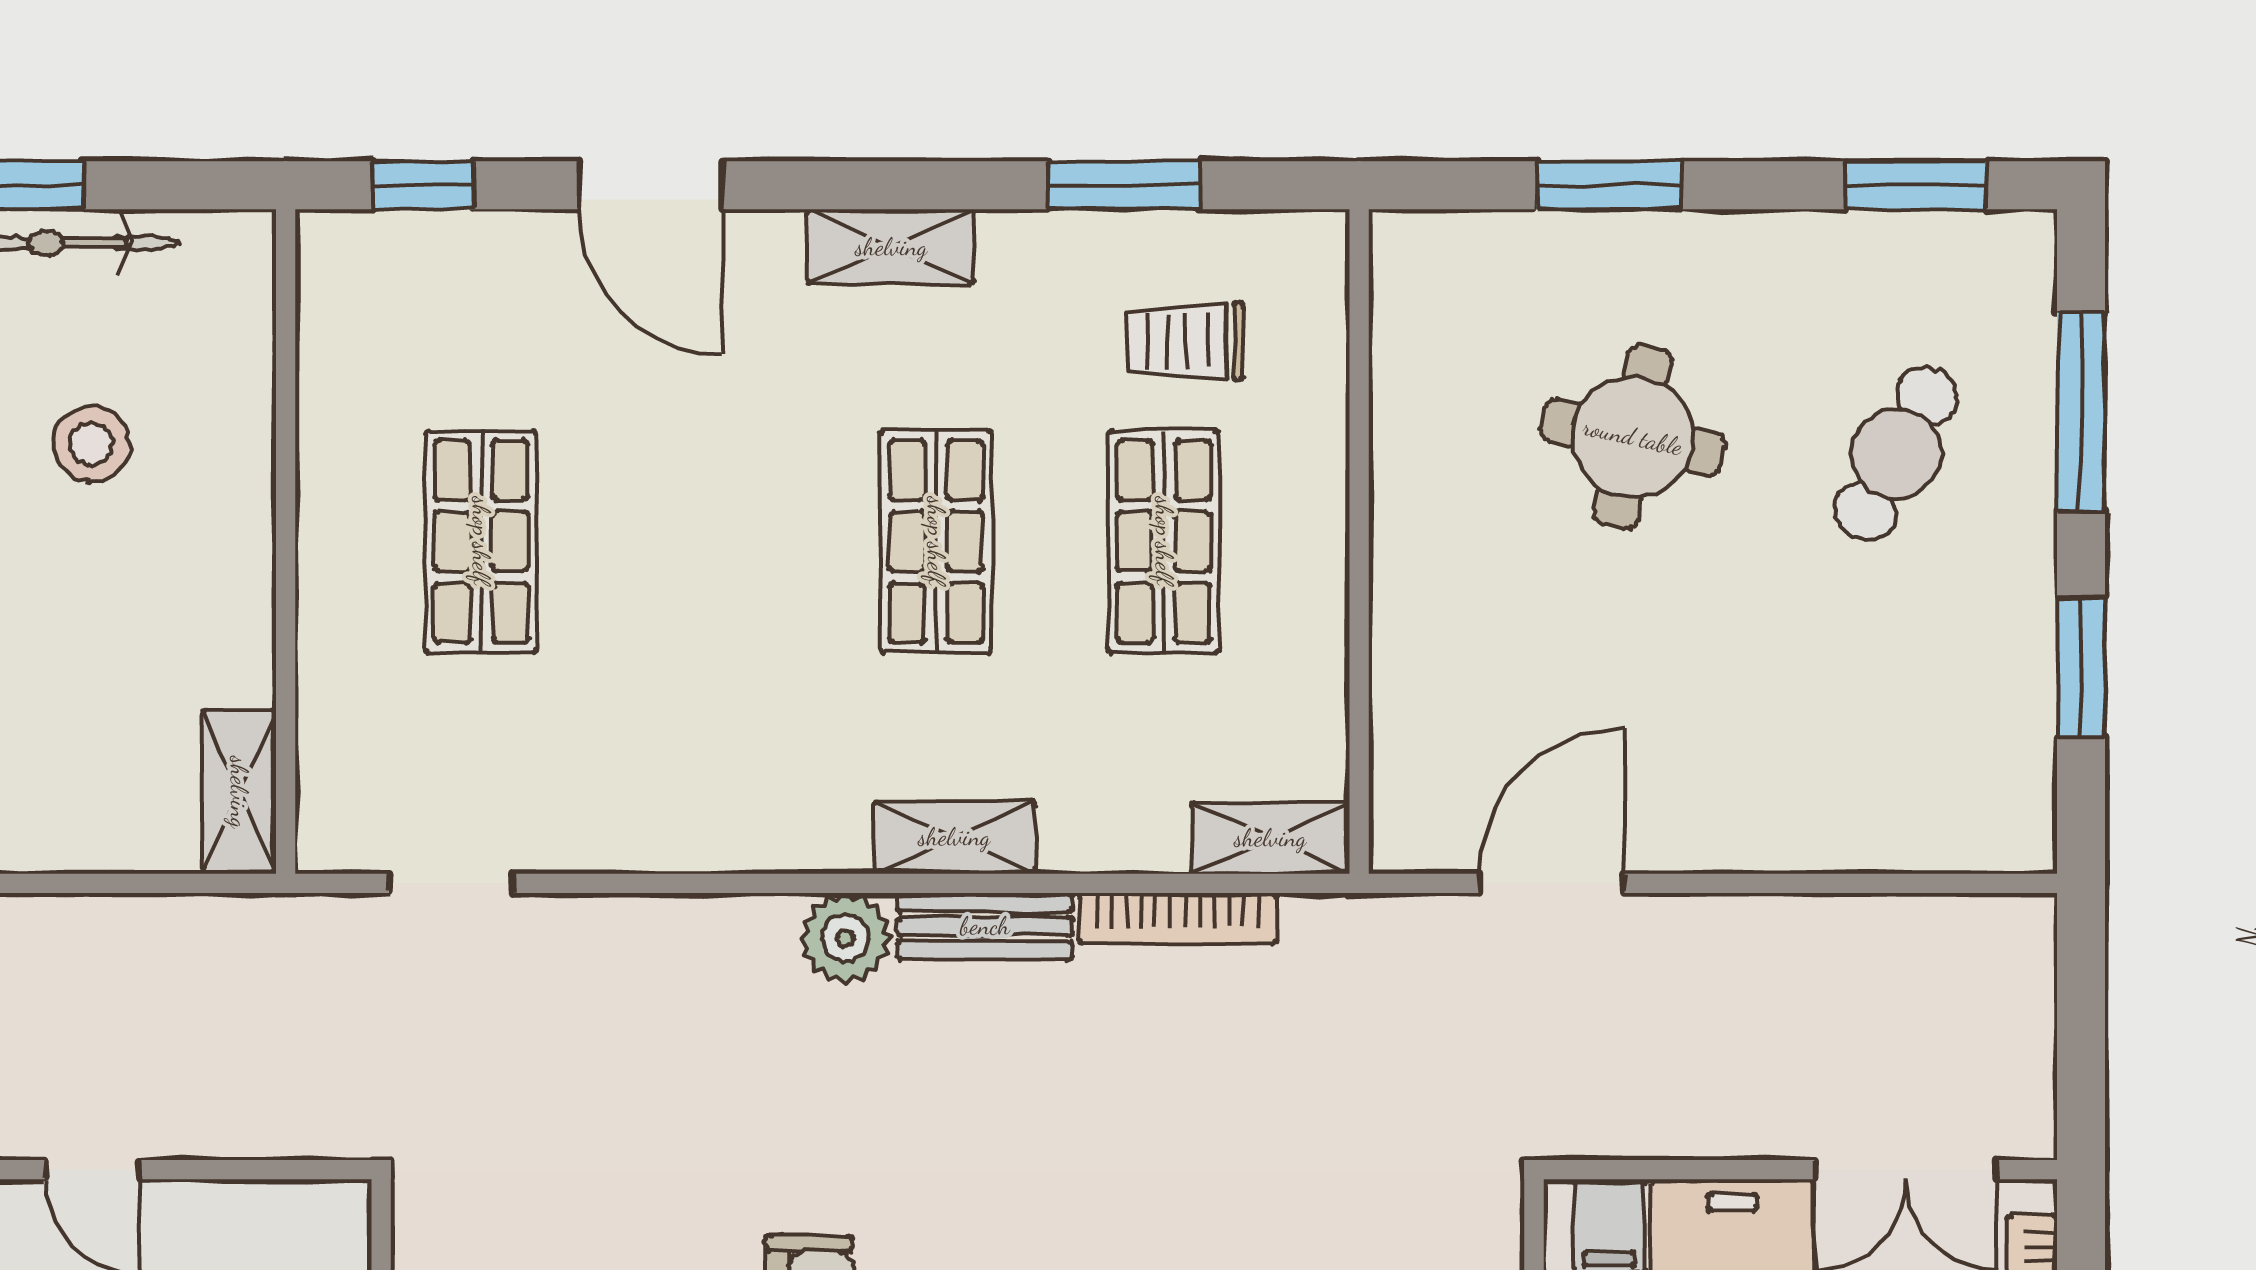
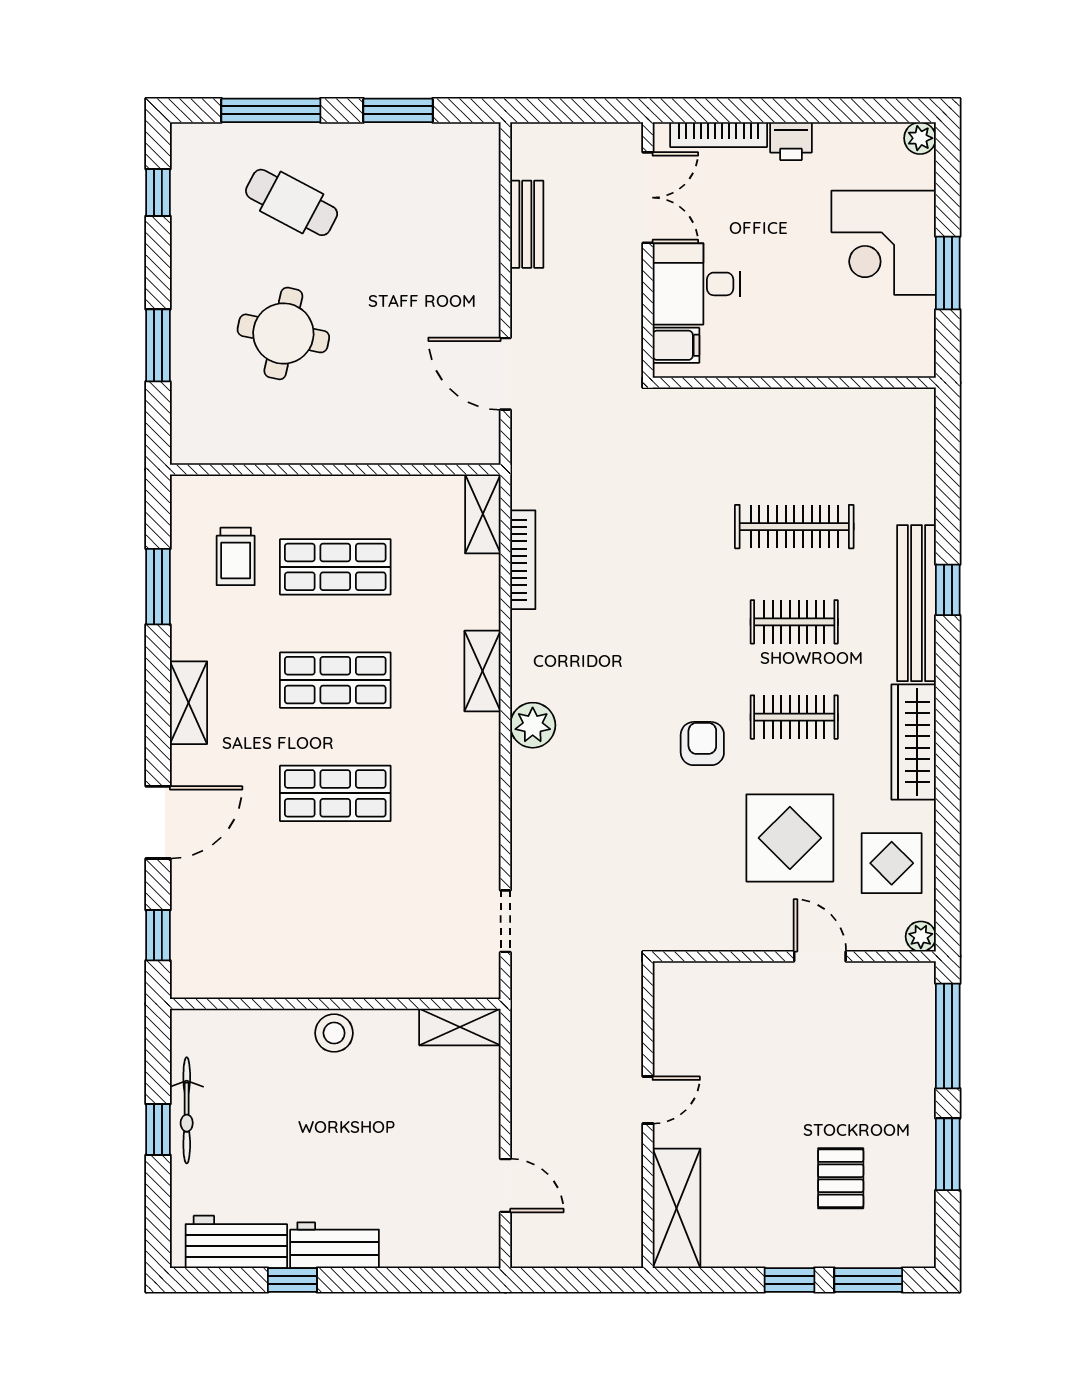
window: (1916, 185) -> (158, 193), width x0.67
stool: (91, 444) -> (334, 1033), moved
shop shelf: (481, 541) -> (335, 793), moved
bench: (985, 926) -> (527, 224), moved

